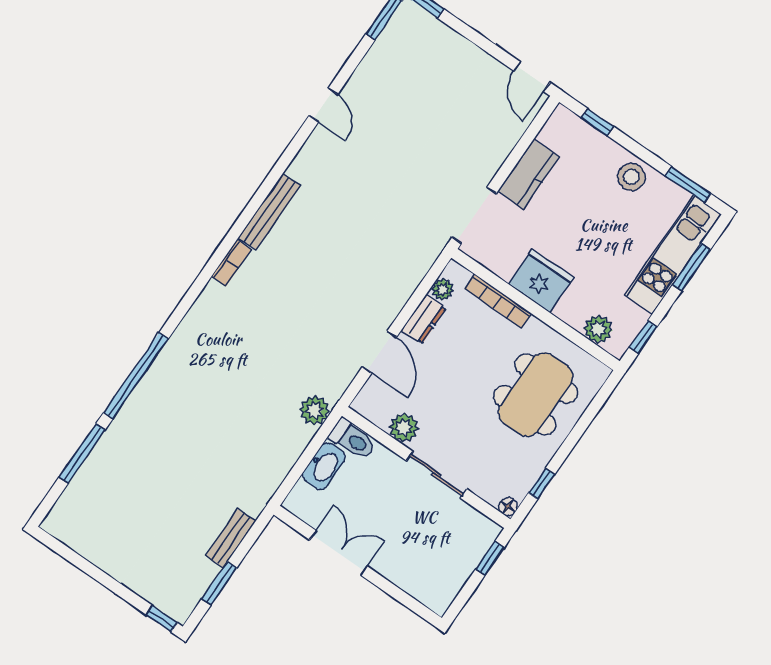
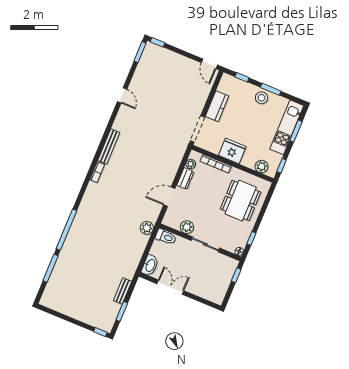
window: (688, 185) -> (271, 89), moved
door: (380, 352) -> (169, 197), swing flipped
washbasin: (324, 466) -> (150, 265), moved

